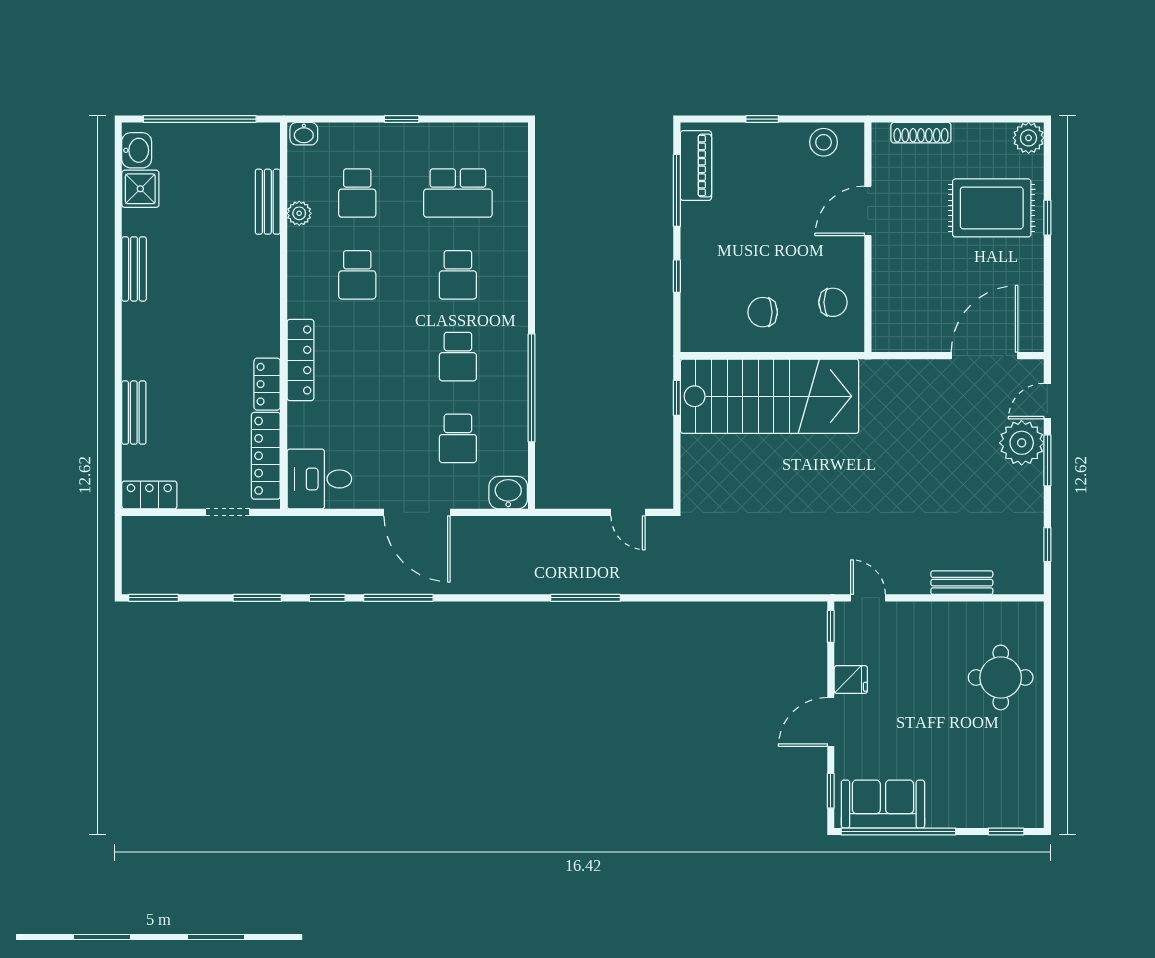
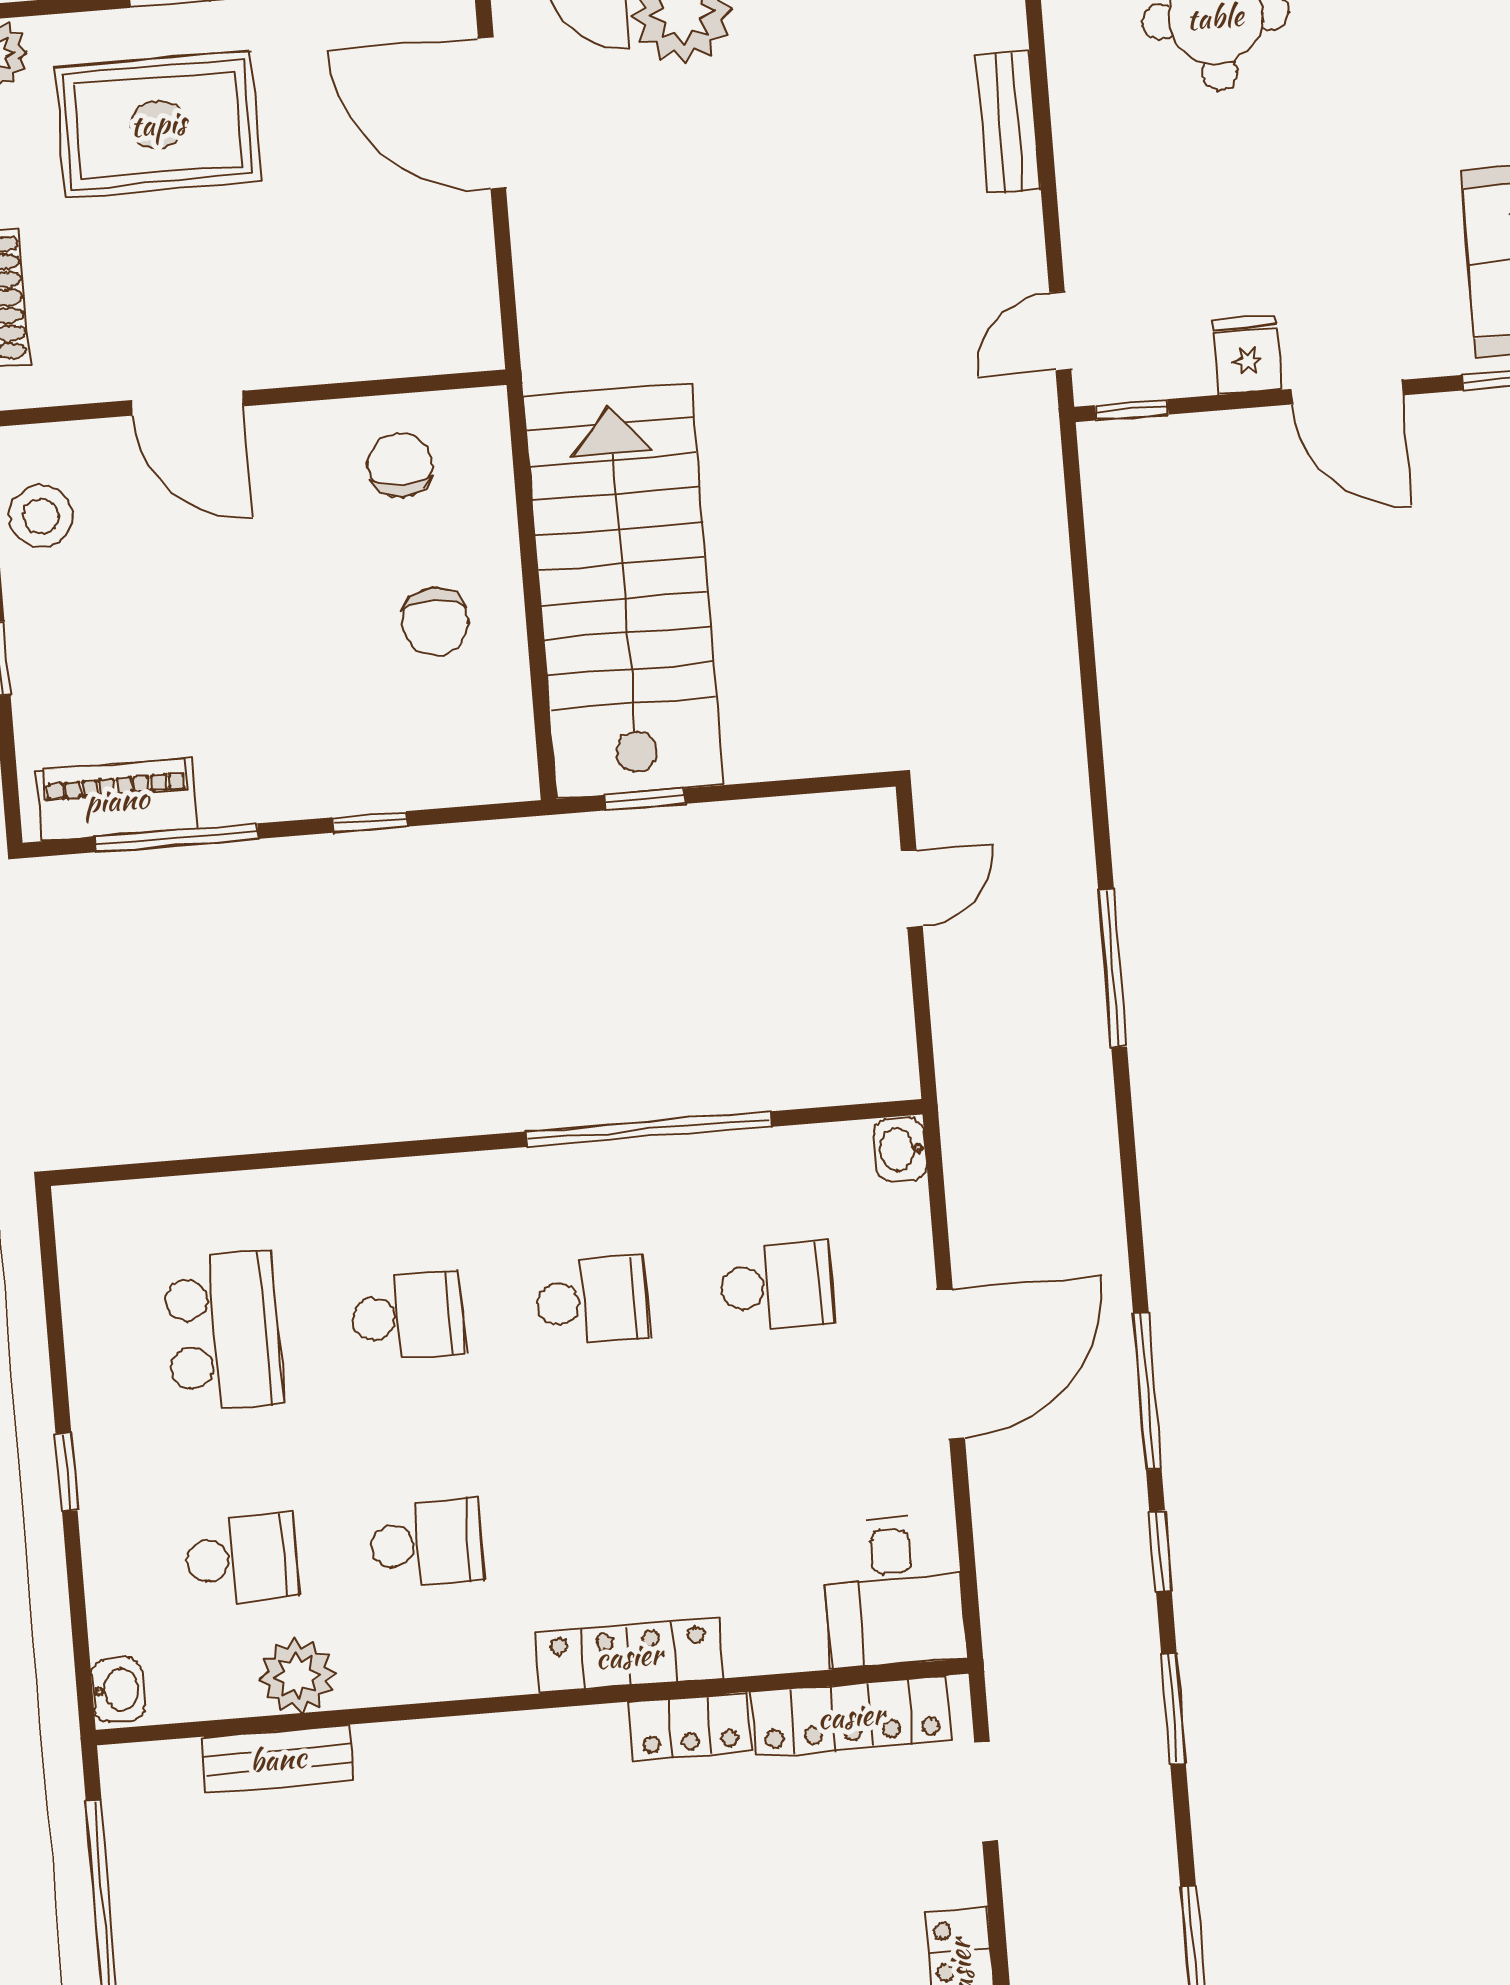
rug: (992, 208) -> (158, 124), turned 90
plant: (299, 213) -> (297, 1676), width x1.38, depth x1.38
washbasin: (508, 493) -> (900, 1149), width x0.72, depth x0.69

